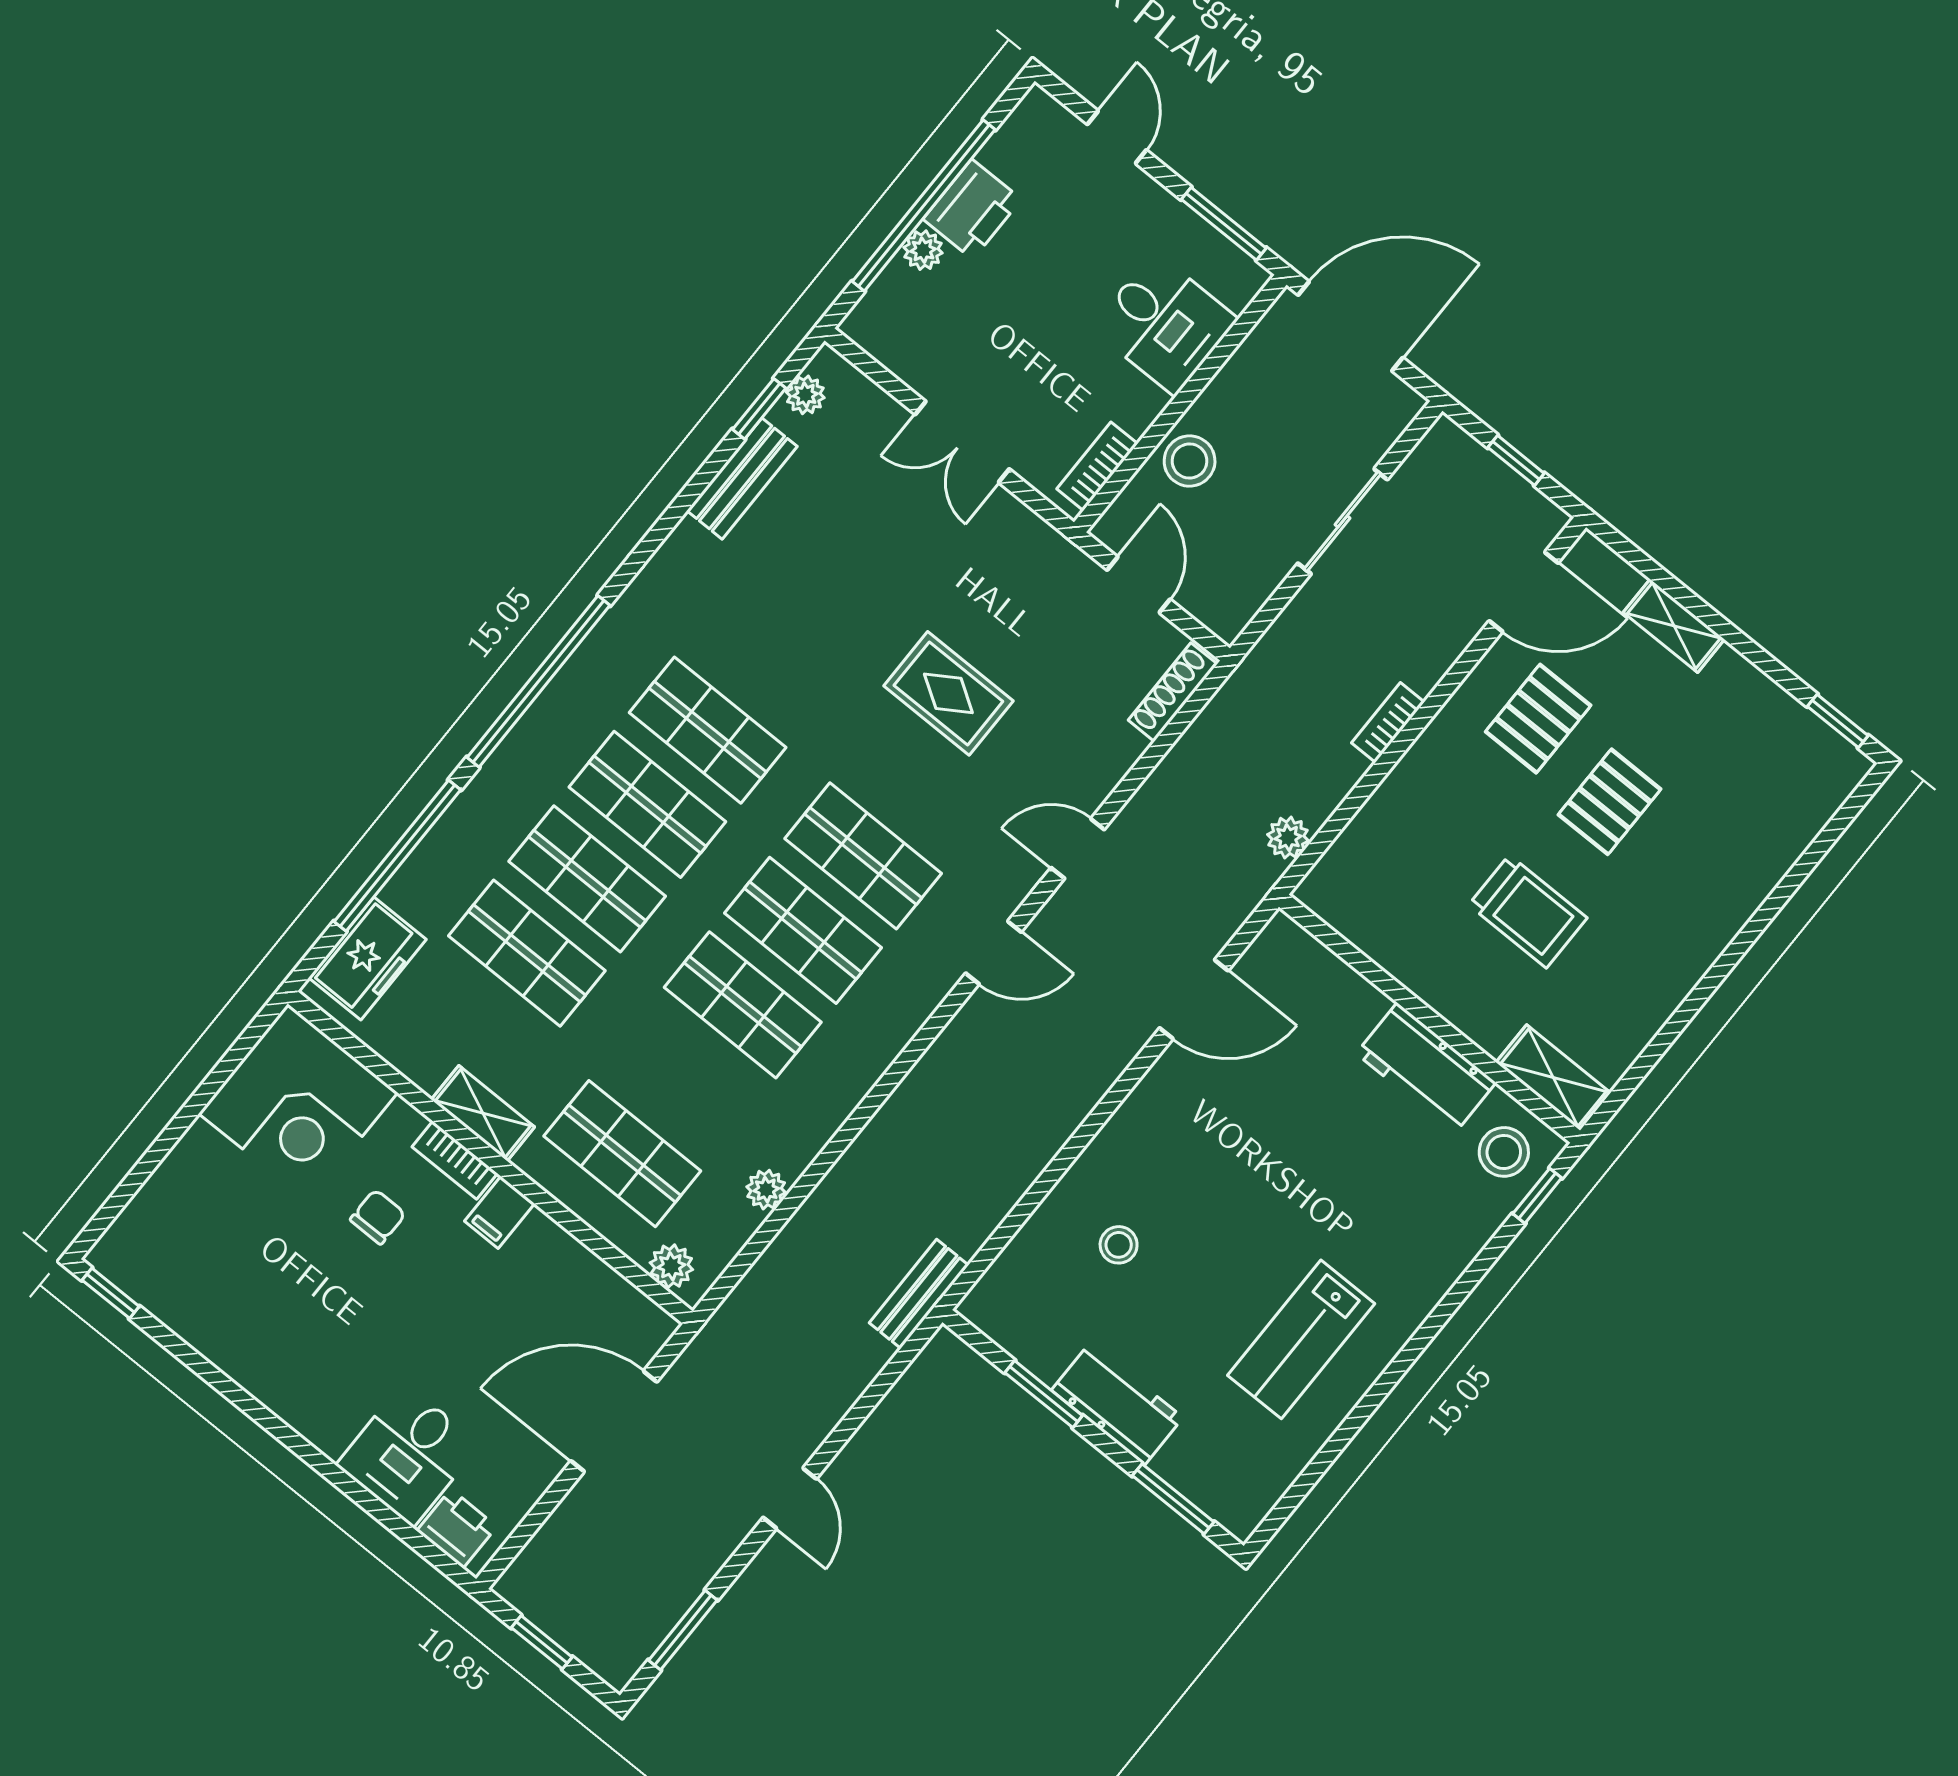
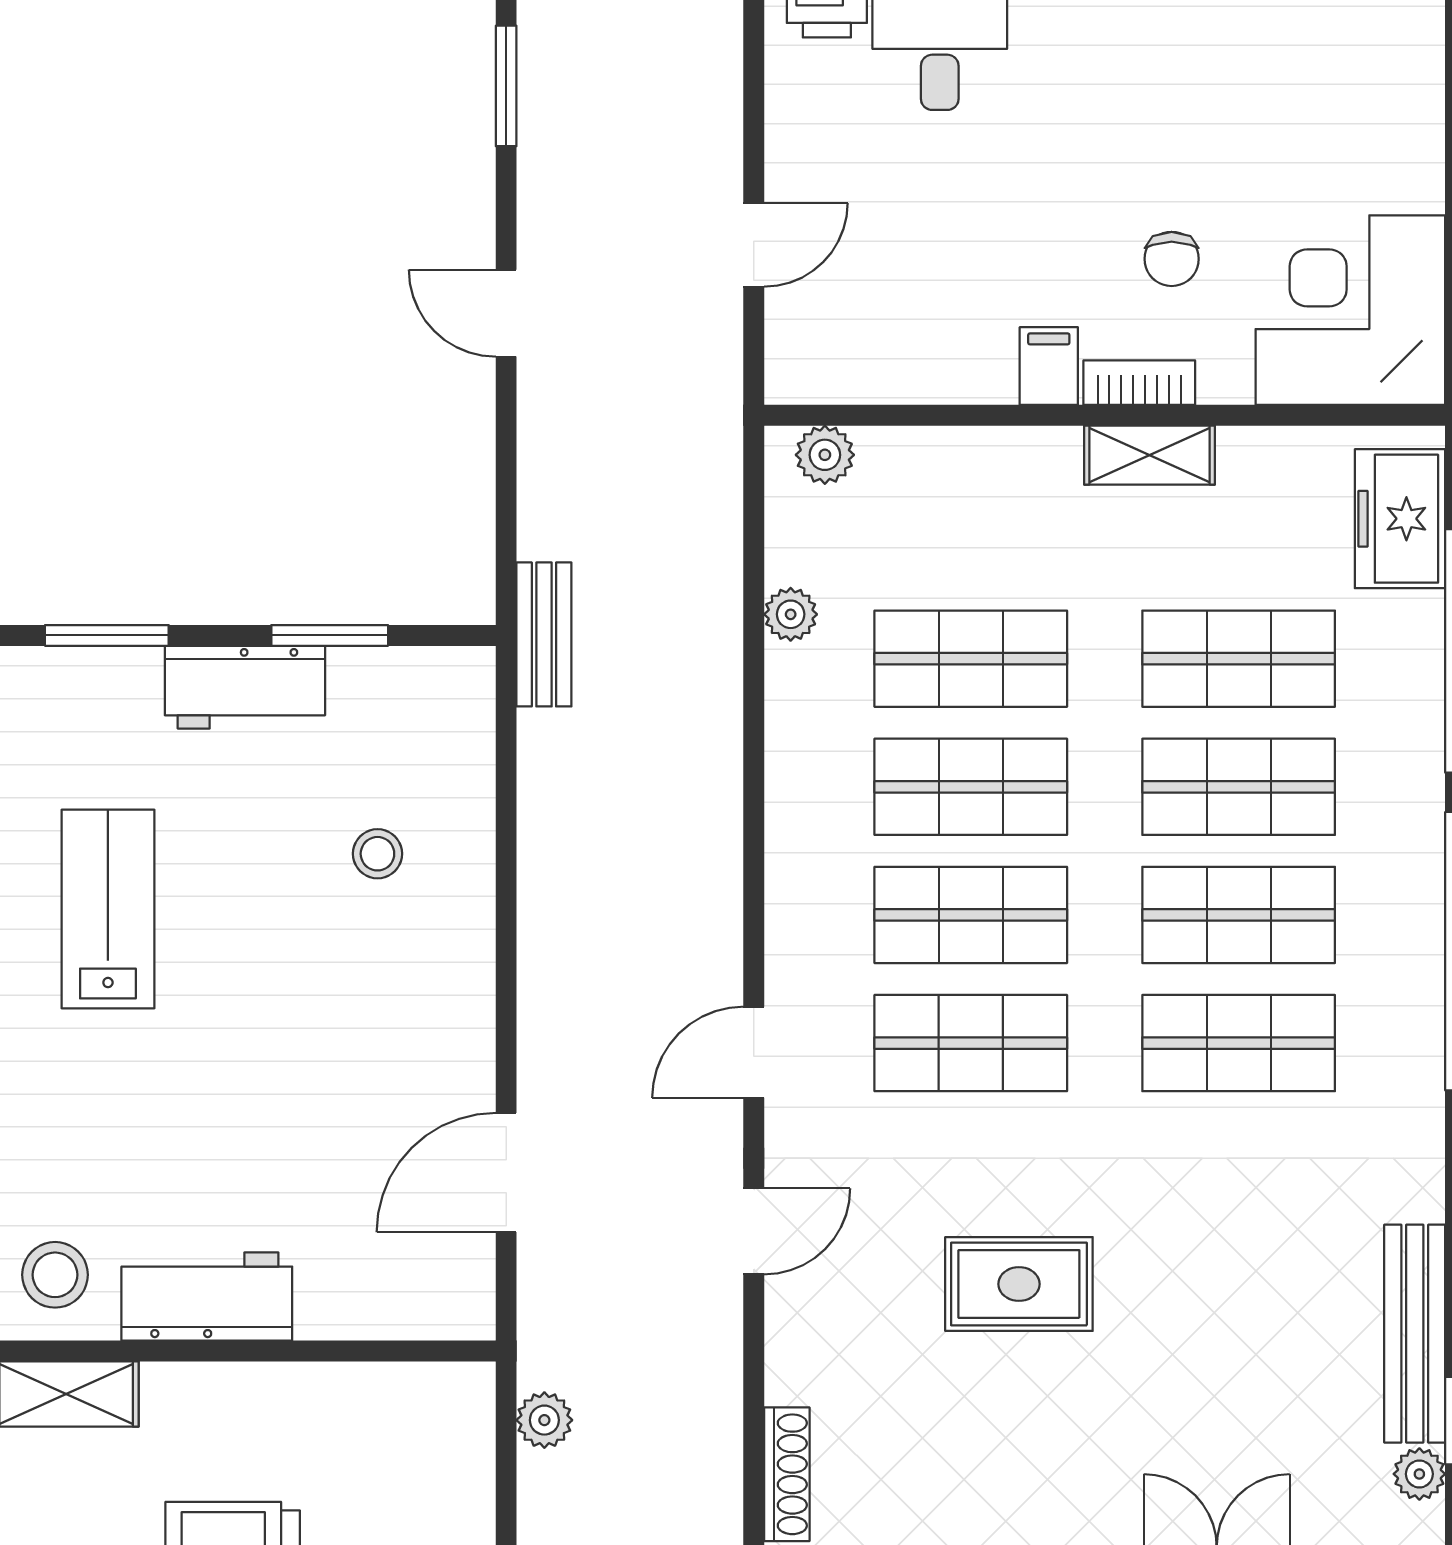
bench: (742, 479) -> (1415, 1334), width x1.36
shop shelf: (622, 1154) -> (971, 659), moved
door: (614, 1421) -> (754, 245), width x0.53

